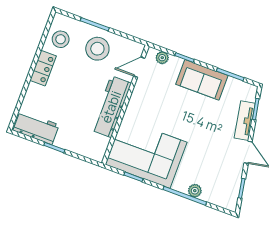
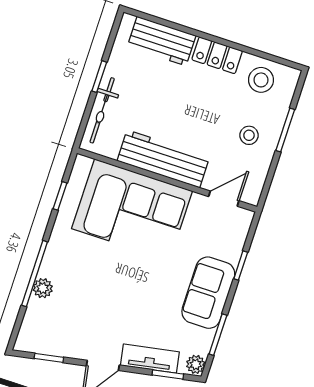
stool: (97, 49) -> (249, 135), width x0.53, depth x0.53
plant: (162, 58) -> (196, 364), moved
door: (139, 67) -> (224, 199), hinge flipped
workbench: (36, 128) -> (162, 41), moved, turned 90
bicycle: (77, 147) -> (102, 110), added
corner sofa: (146, 153) -> (132, 210), moved, turned 90

